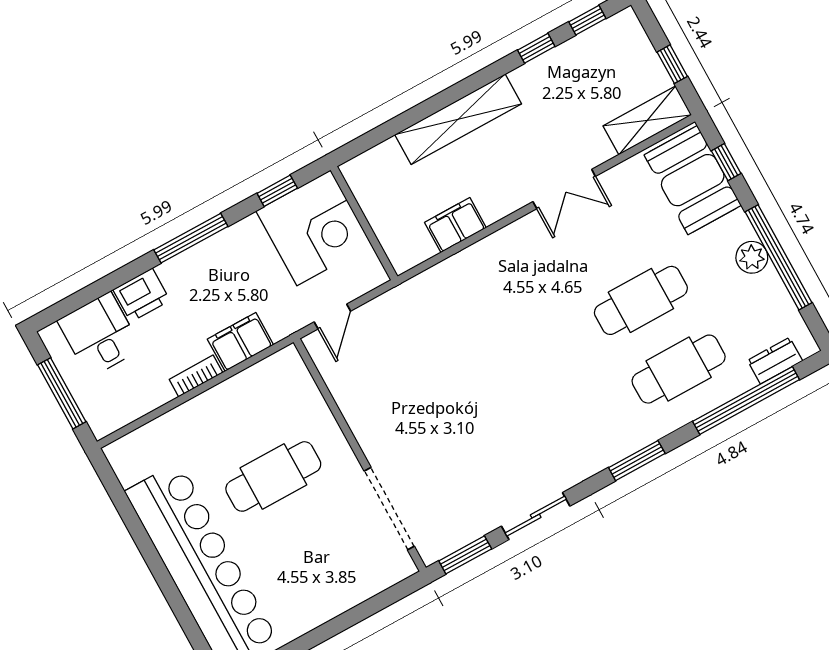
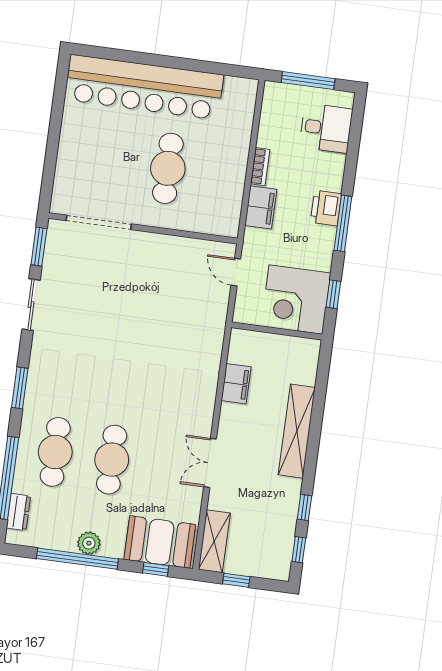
printer: (141, 295) -> (326, 208), moved

